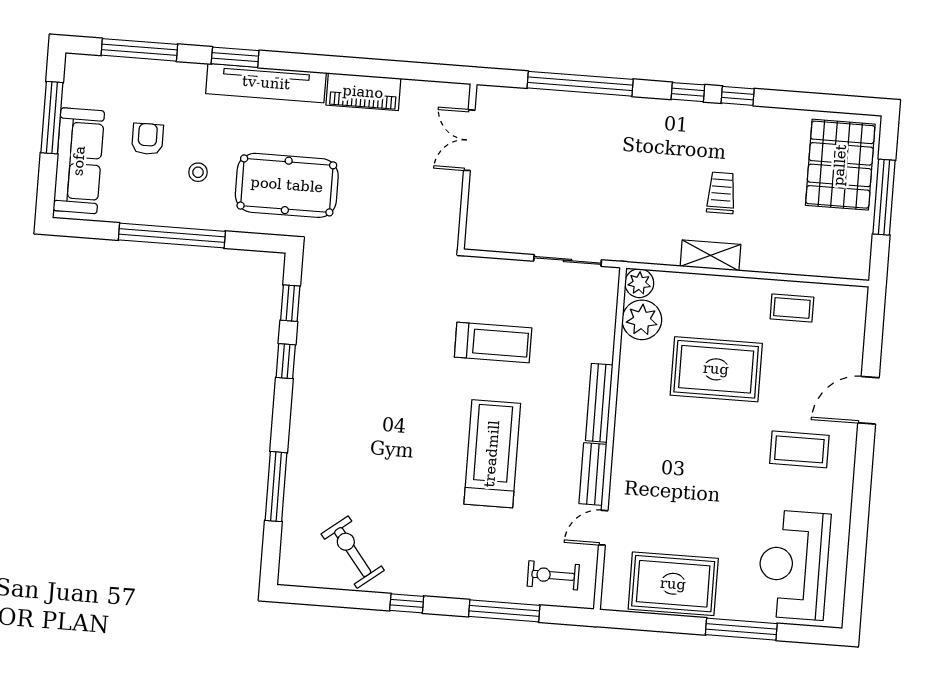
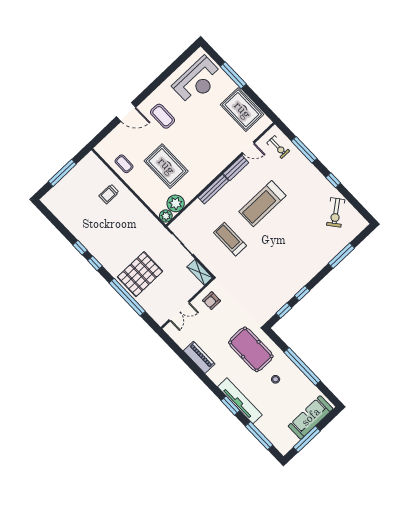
tv unit: (266, 83) -> (240, 401), moved
armchair: (147, 139) -> (212, 301), moved
pallet: (840, 165) -> (140, 274), moved
trolley: (721, 193) -> (109, 194), moved
shelving: (710, 255) -> (200, 272), moved

